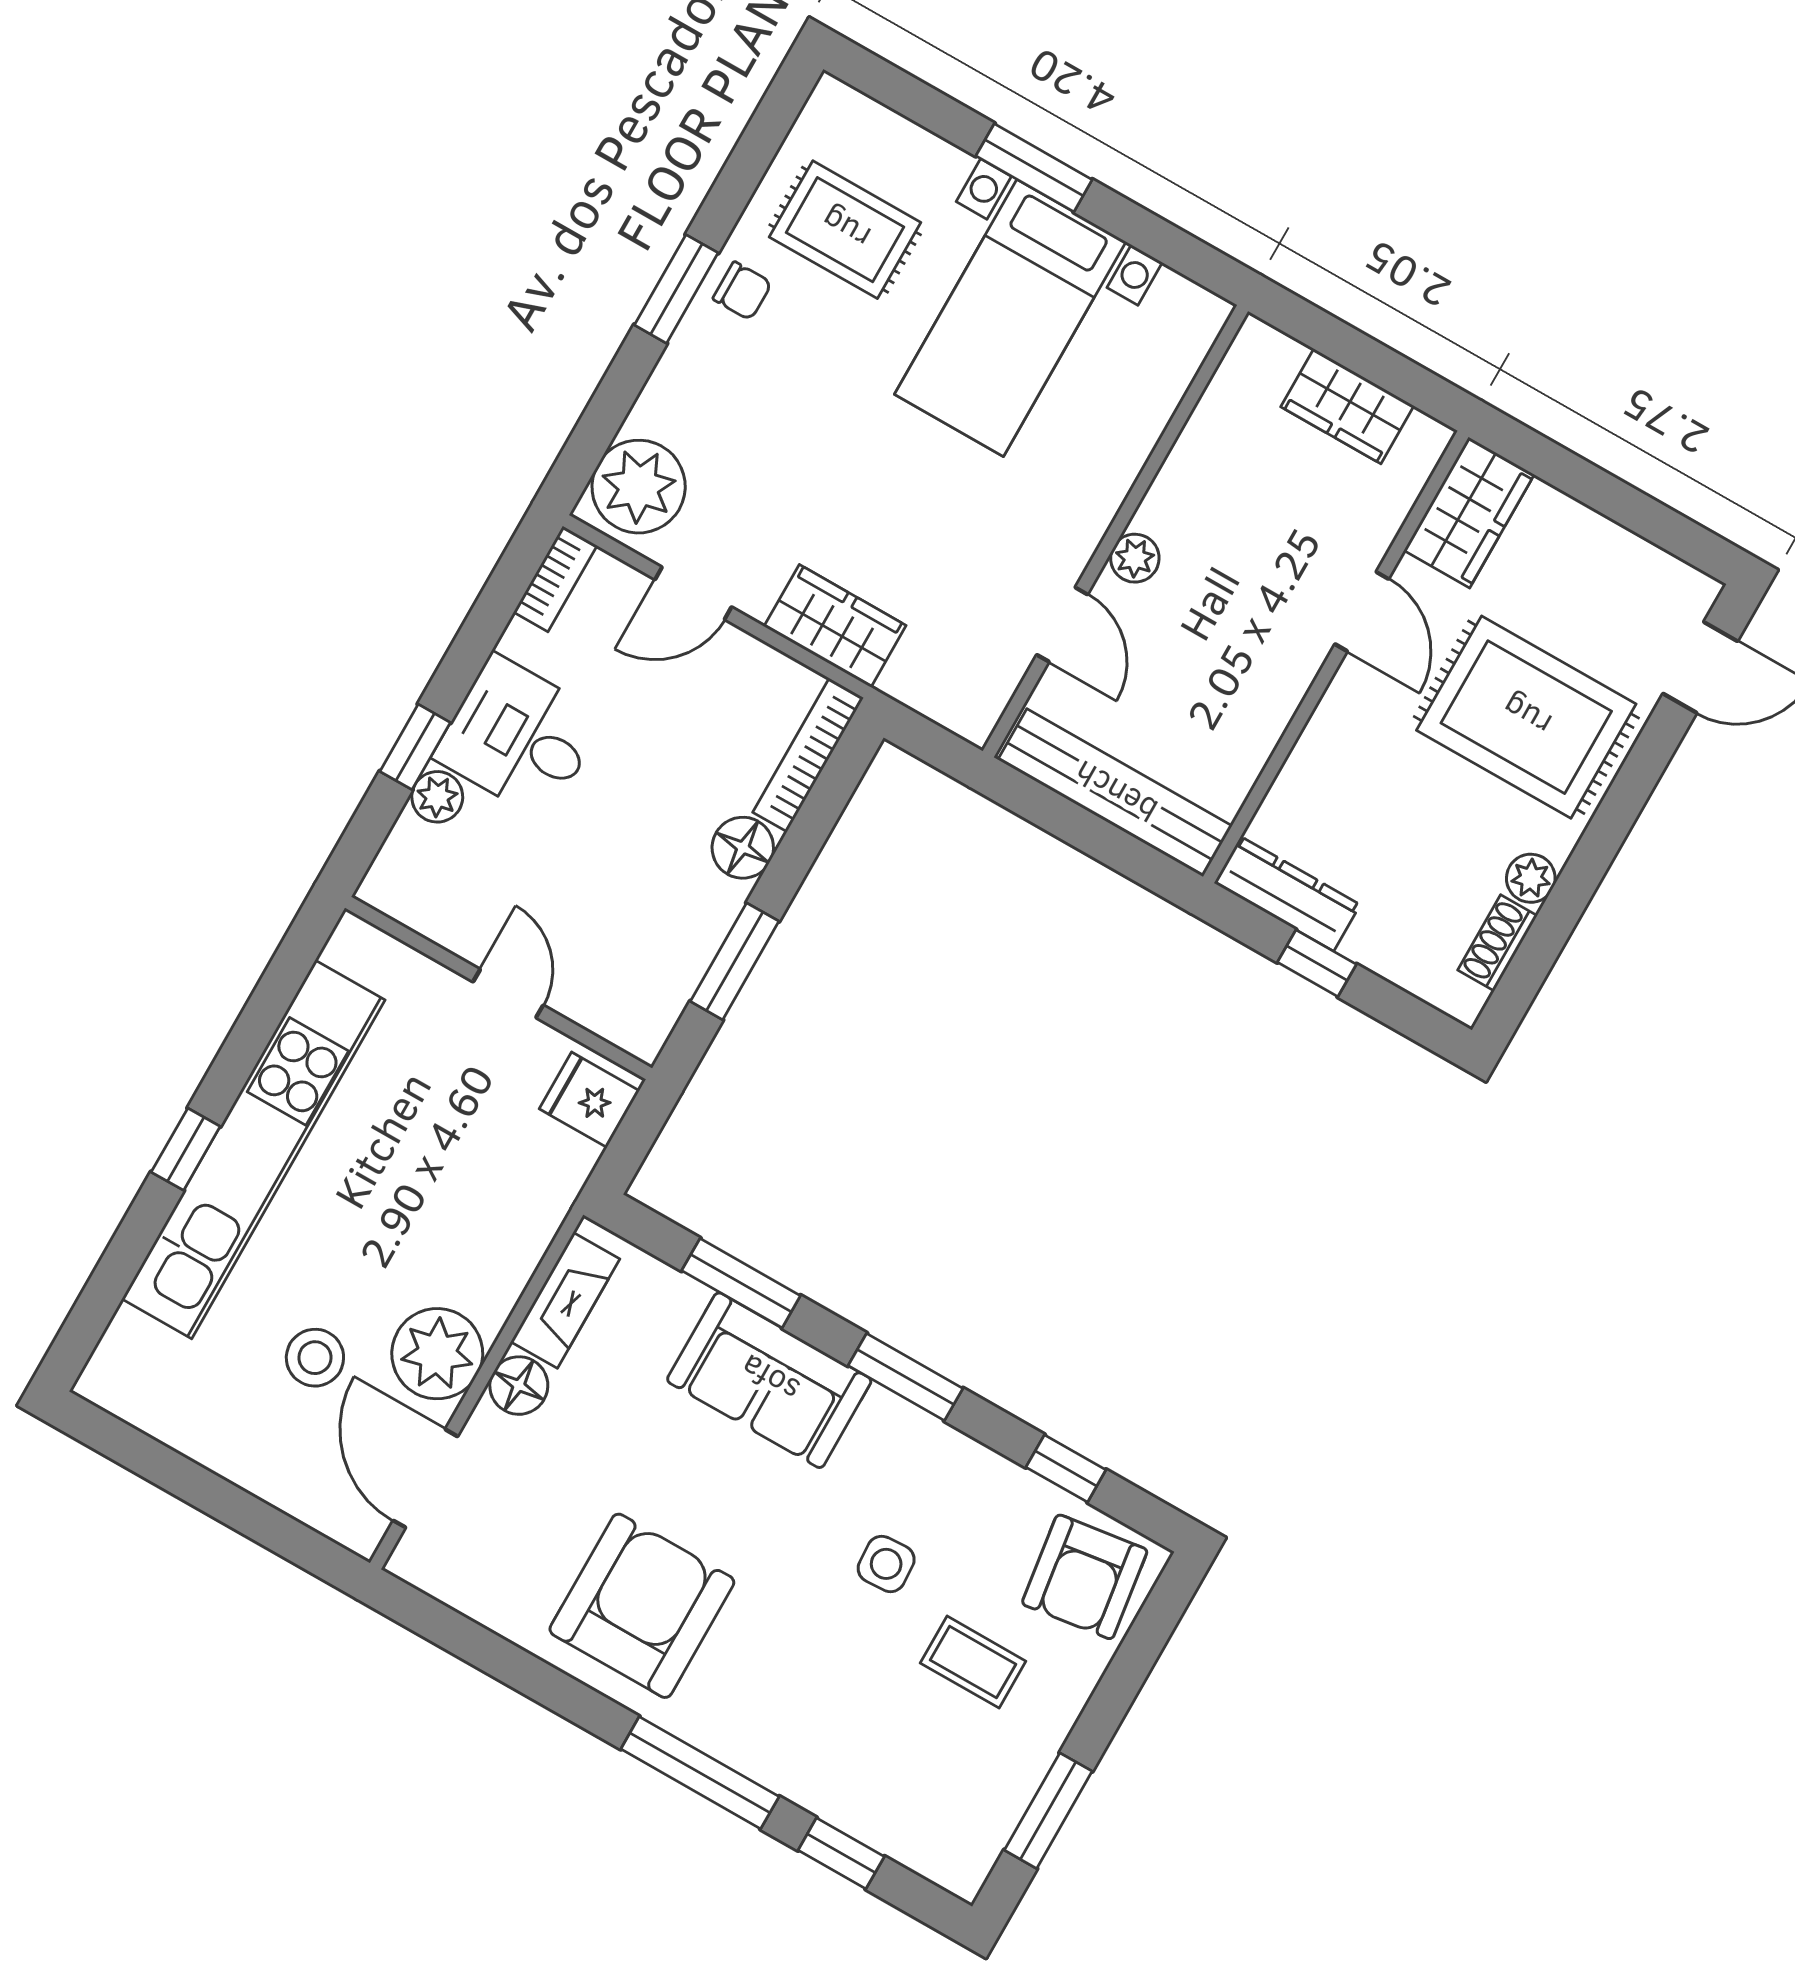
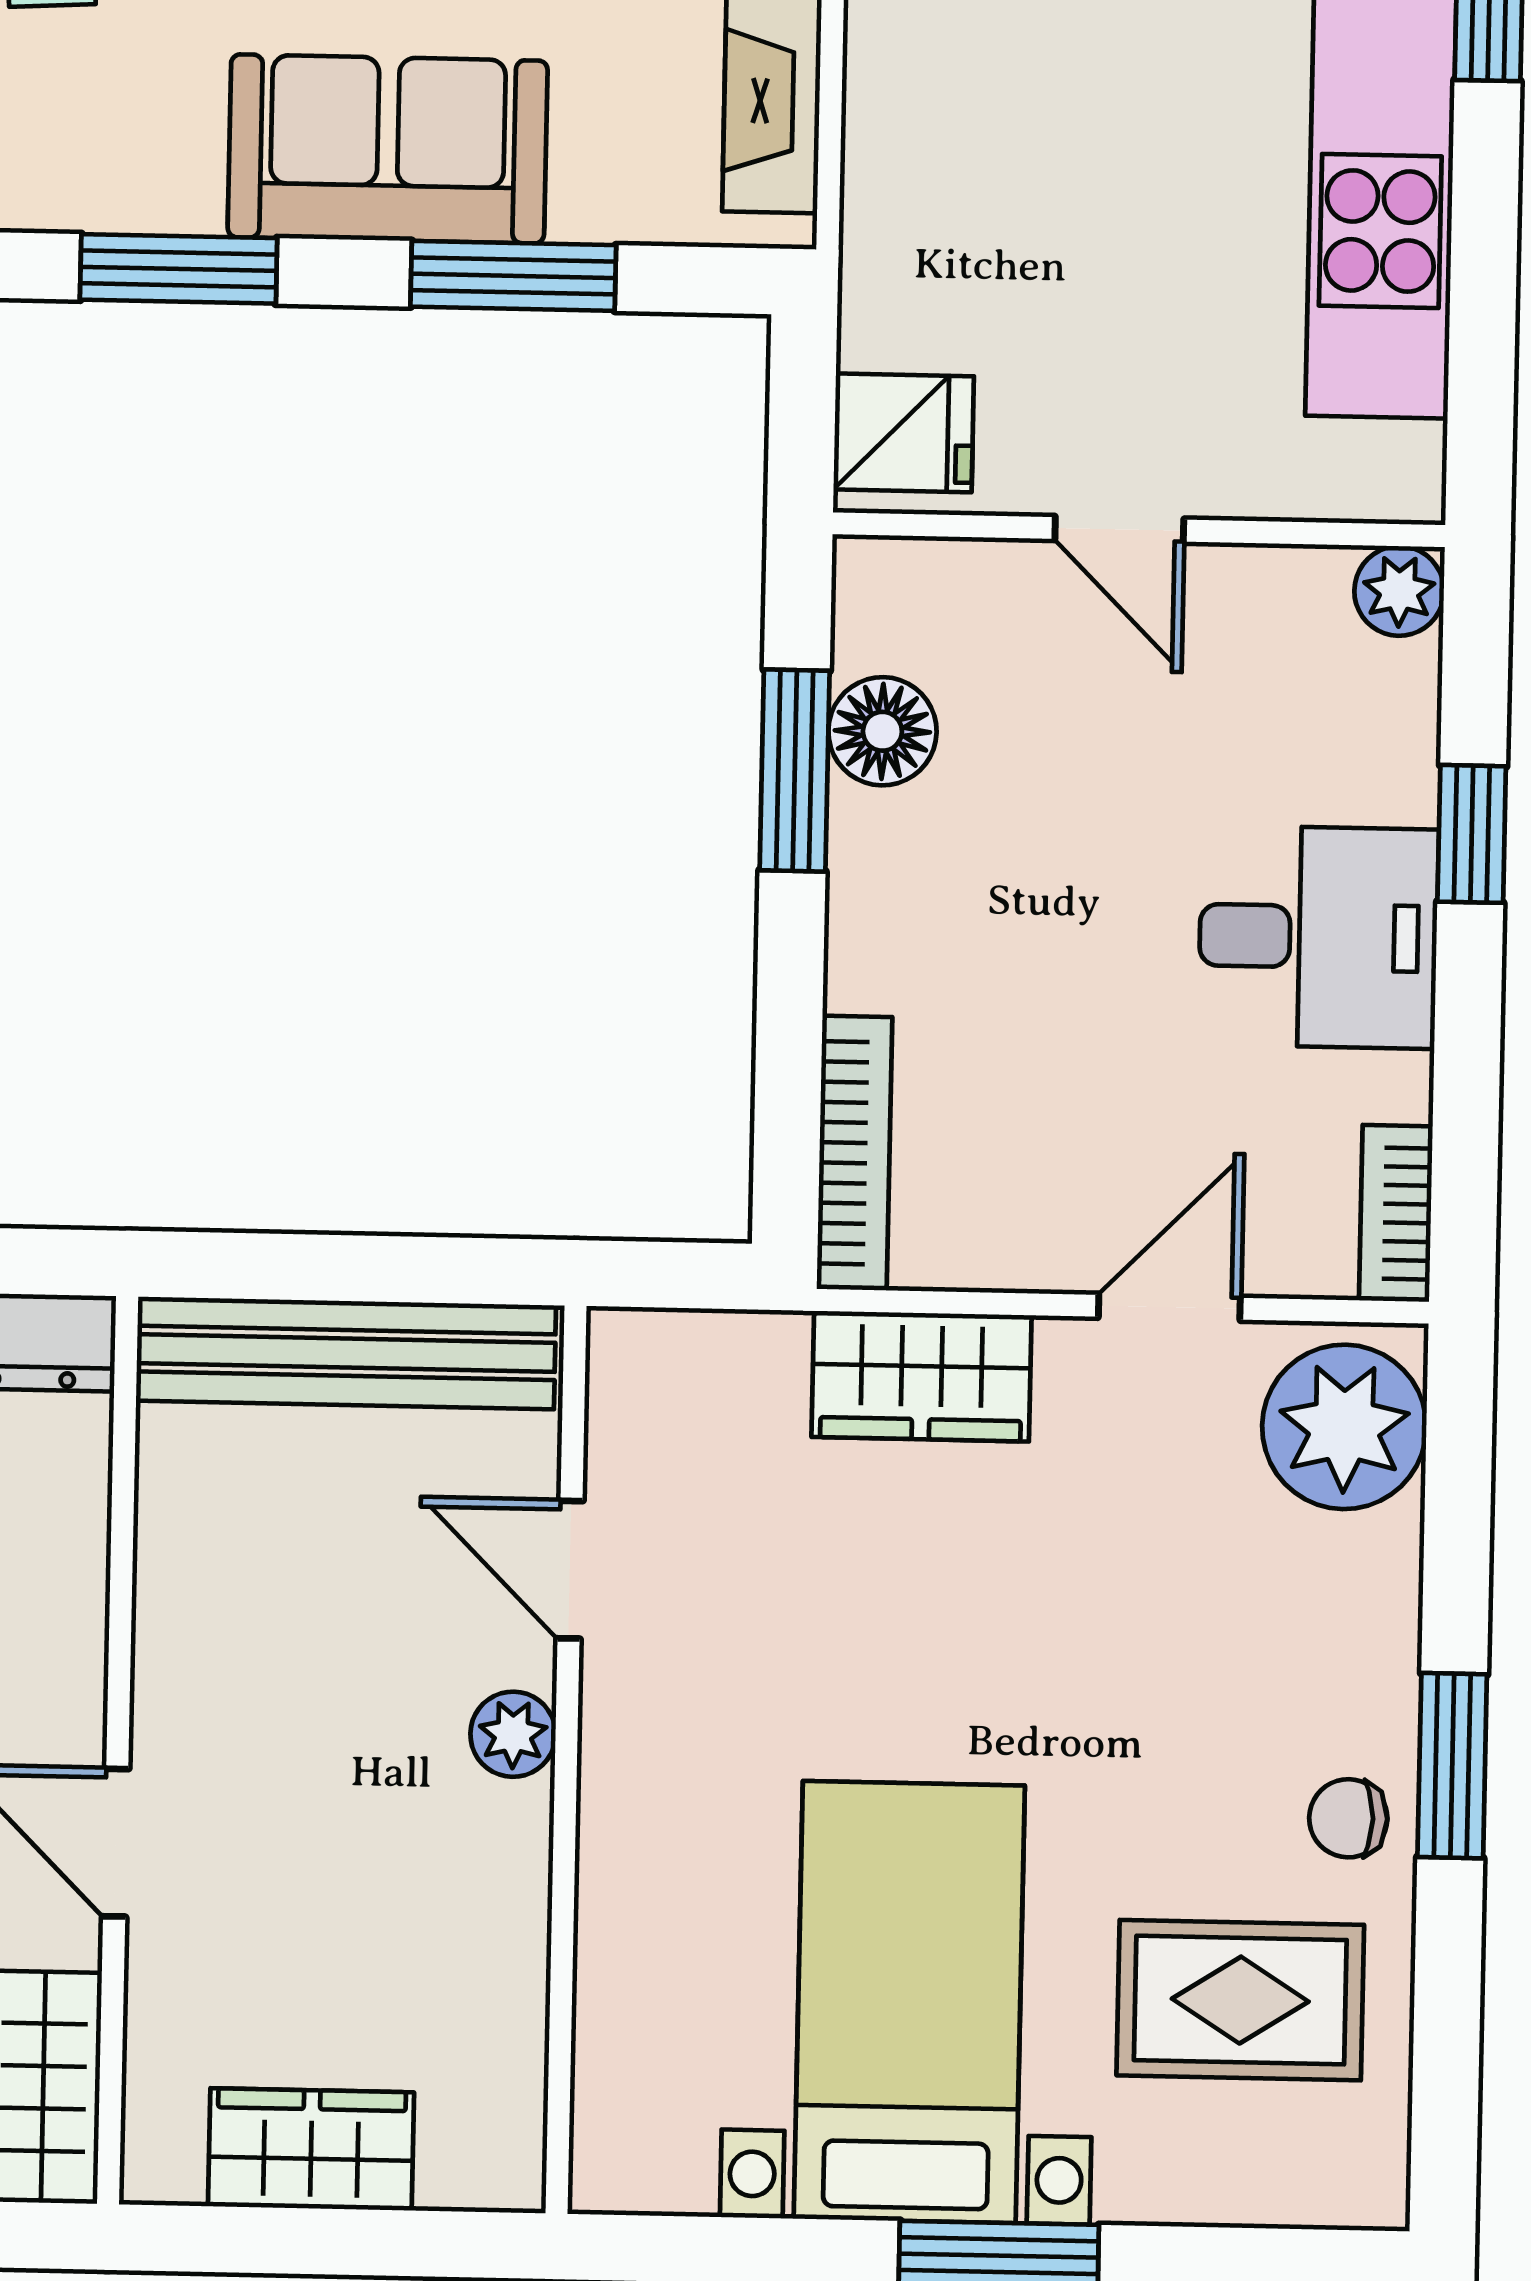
plant: (437, 797) -> (1399, 591), moved
floor lamp: (743, 848) -> (882, 731), moved

